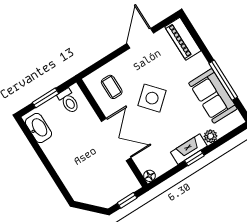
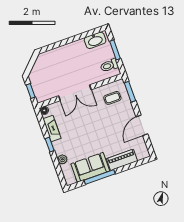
door: (140, 38) -> (142, 125), swing flipped
piano: (183, 39) -> (122, 160), moved
window: (98, 65) -> (130, 92), added
side table: (152, 98) -> (98, 124), removed
fireplace: (189, 149) -> (52, 129), moved

